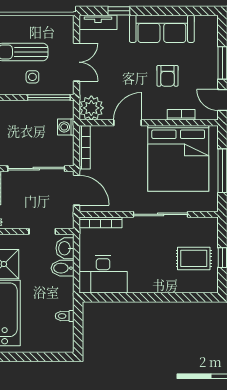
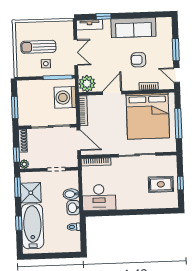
armchair: (167, 76) -> (138, 60), turned 90
washing machine: (66, 127) -> (65, 97), width x1.89, depth x1.89
washbasin: (65, 248) -> (73, 208), moved

